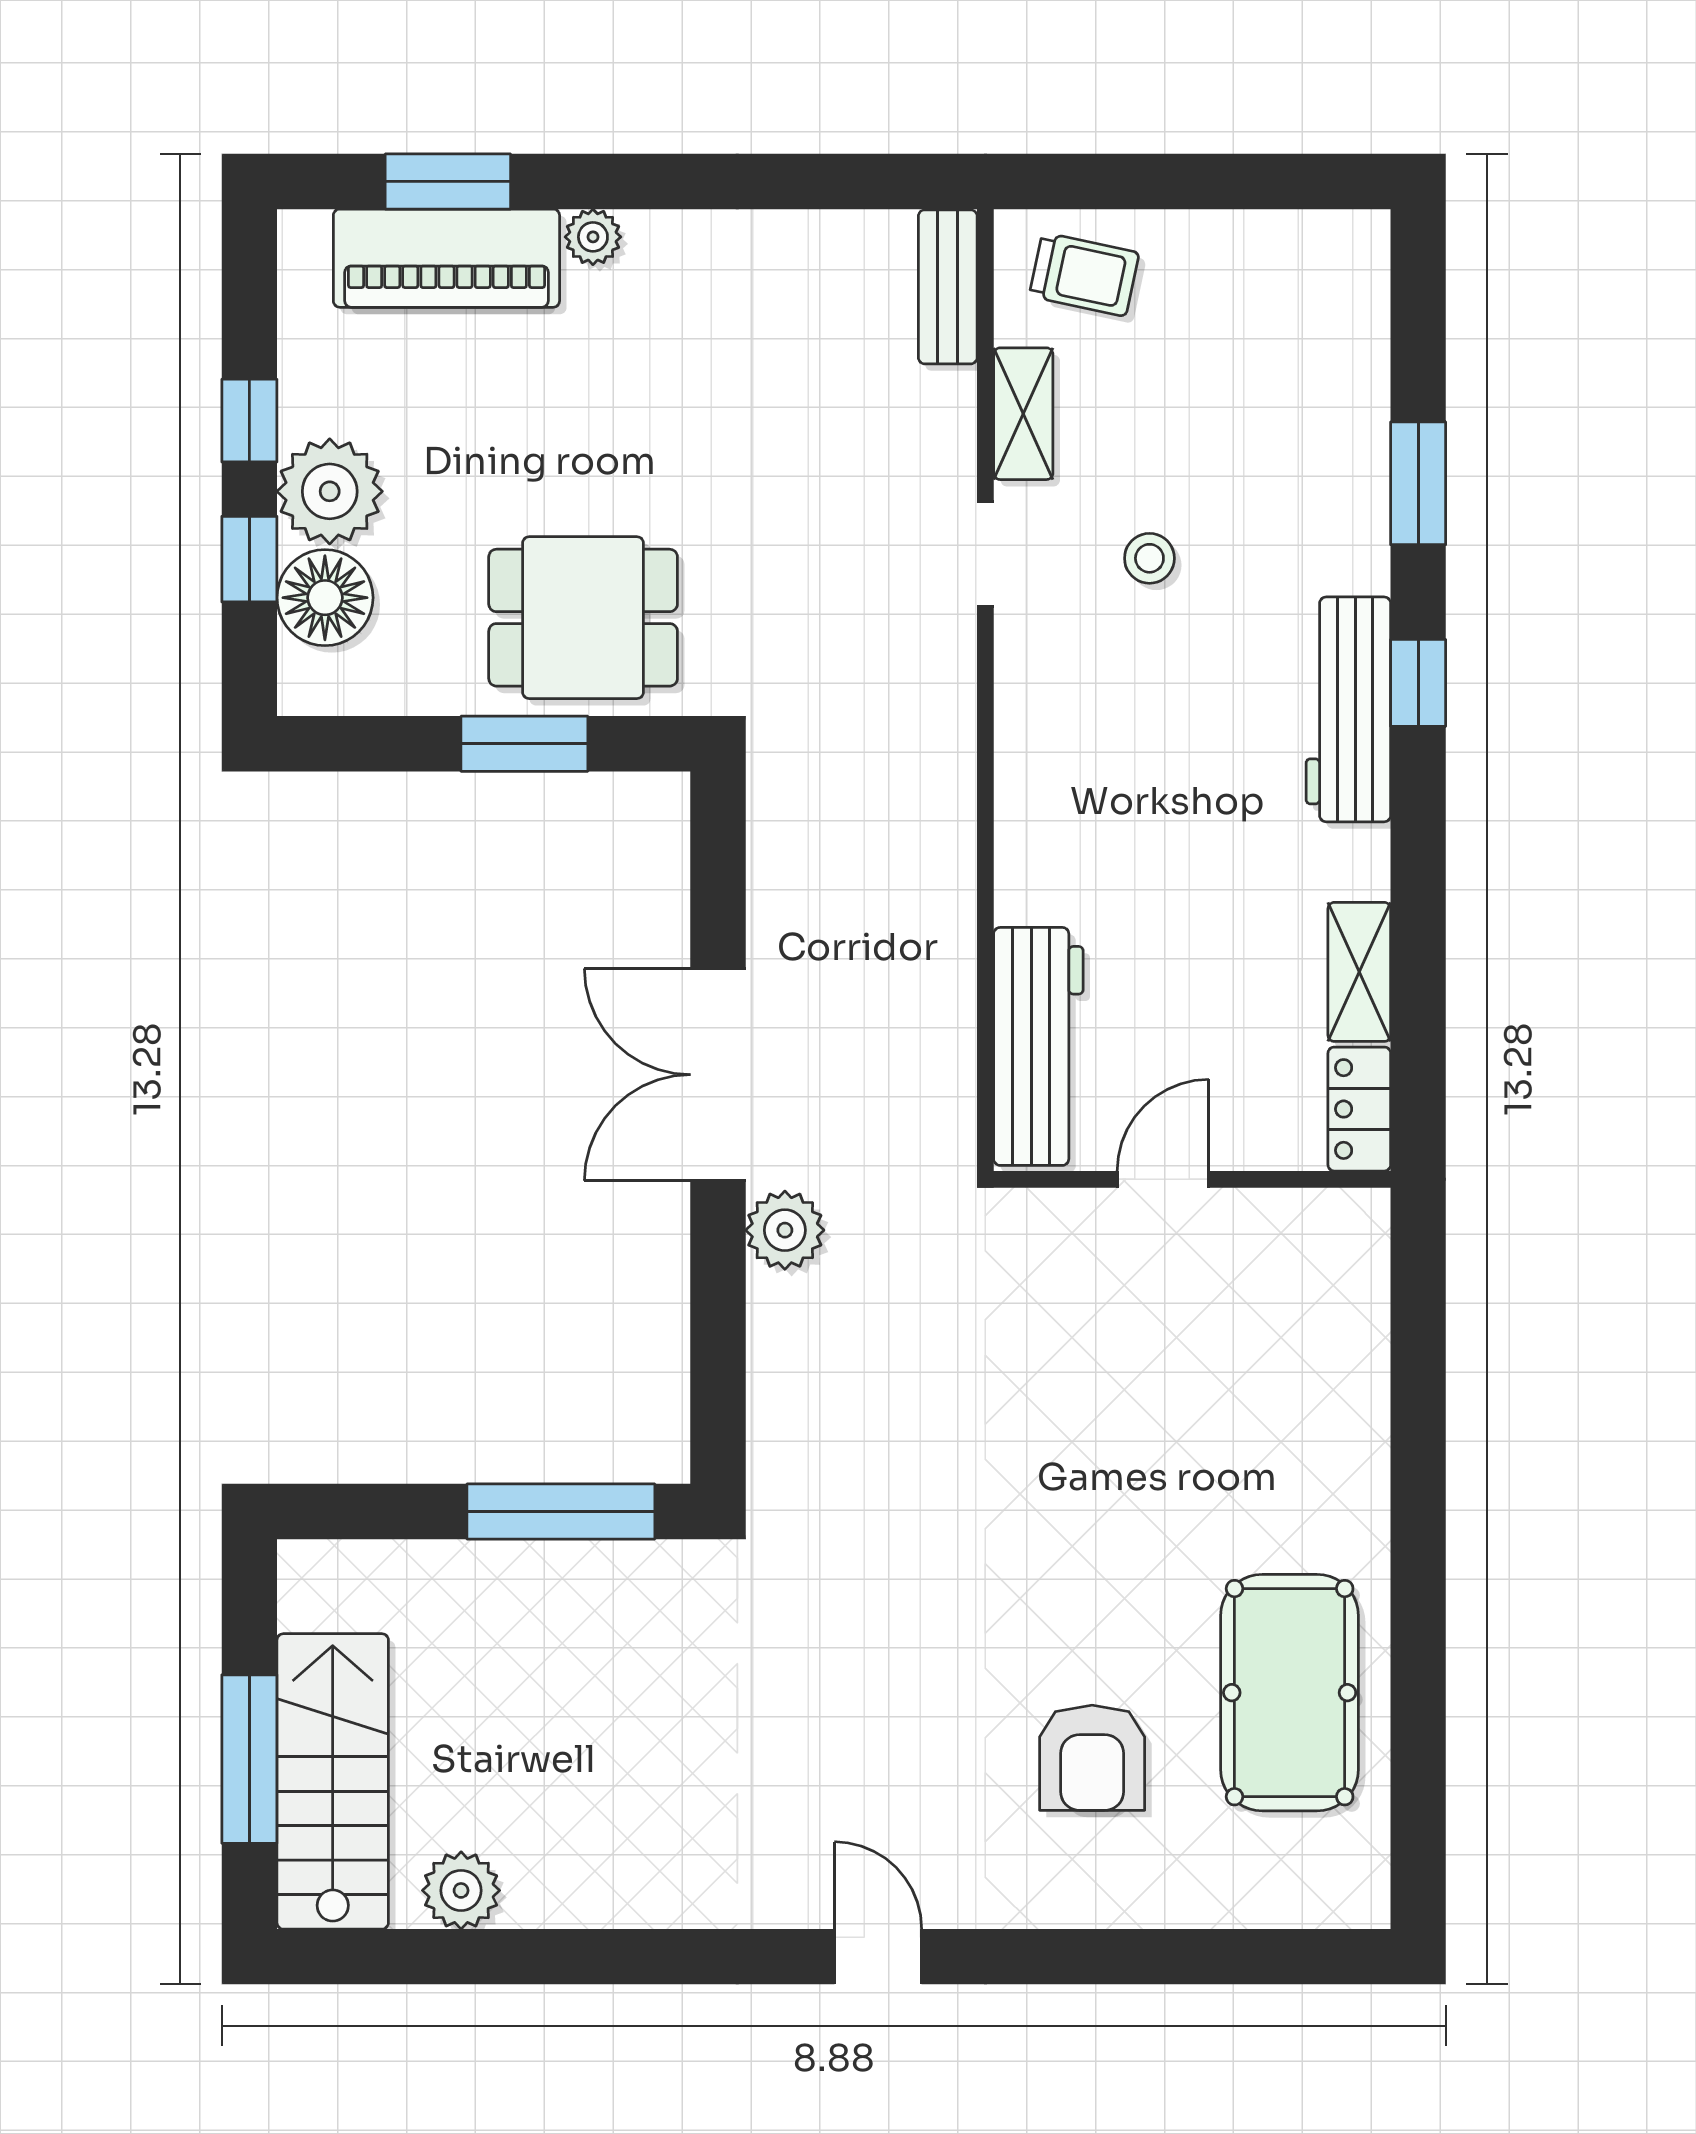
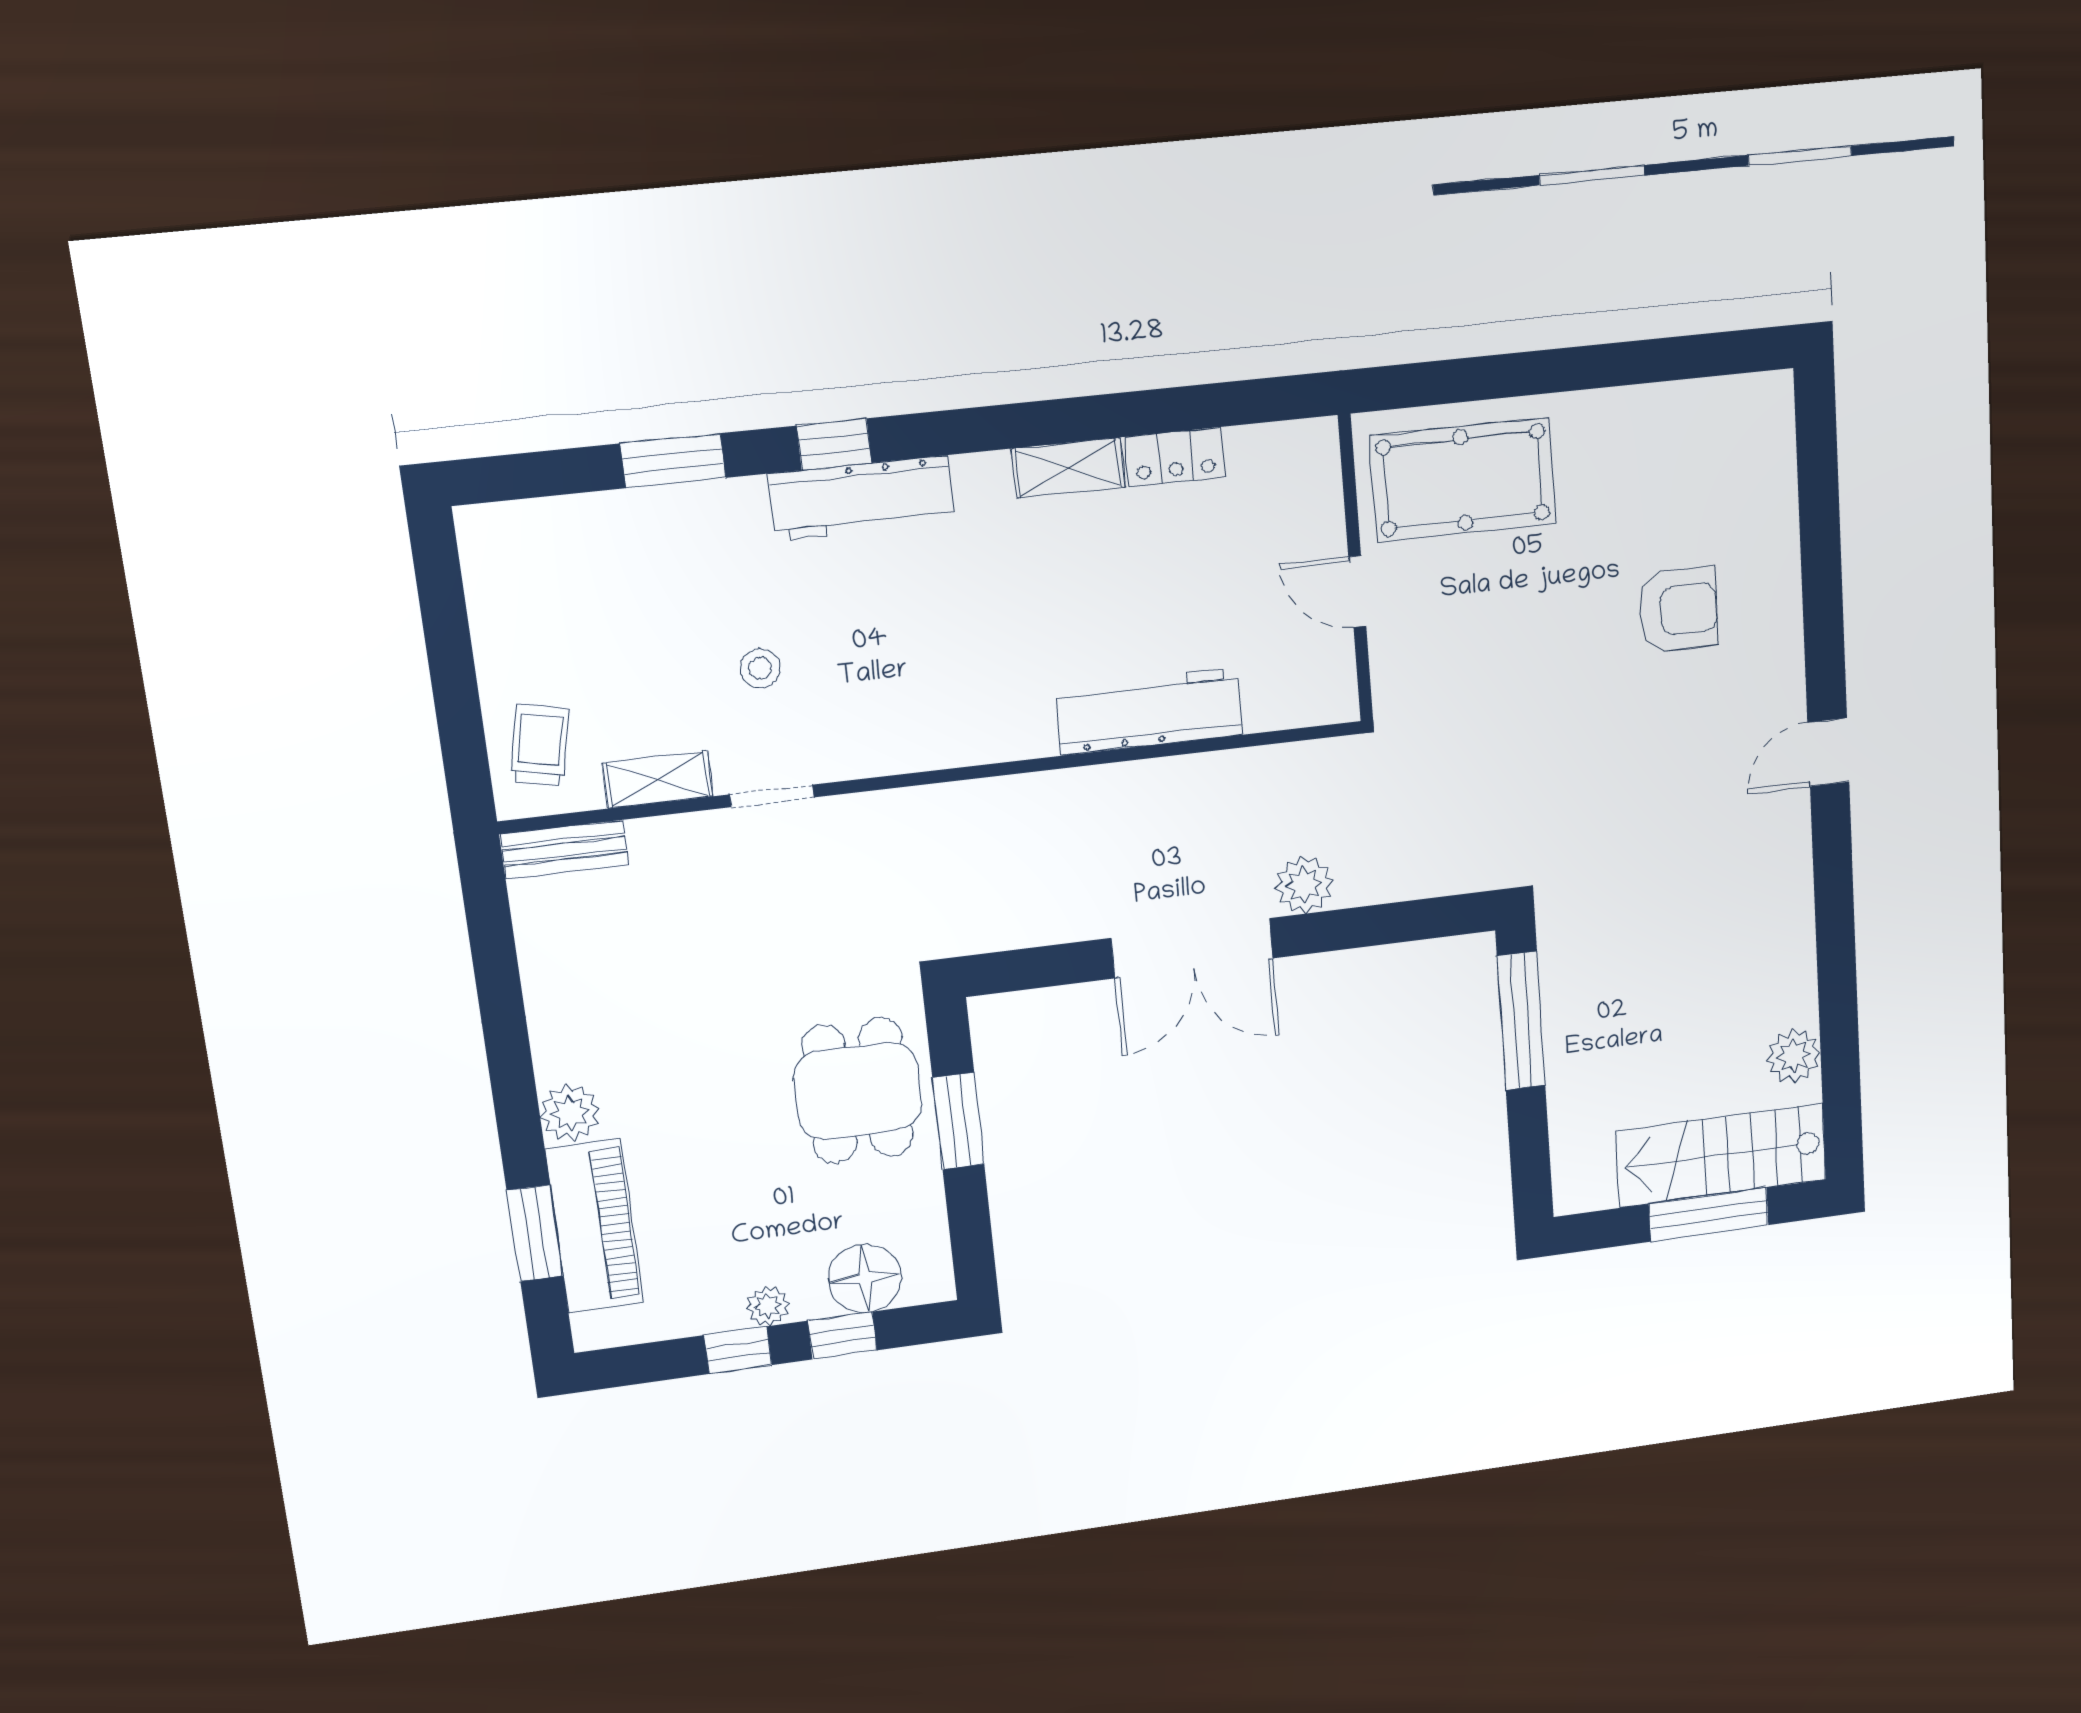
plant: (593, 237) -> (570, 1113), width x1.38, depth x1.38
plant: (330, 491) -> (768, 1306), width x0.53, depth x0.53
door: (1163, 1179) -> (1357, 592), moved
wall: (1192, 1179) -> (1356, 569), moved
pool table: (1290, 1693) -> (1463, 480), moved

